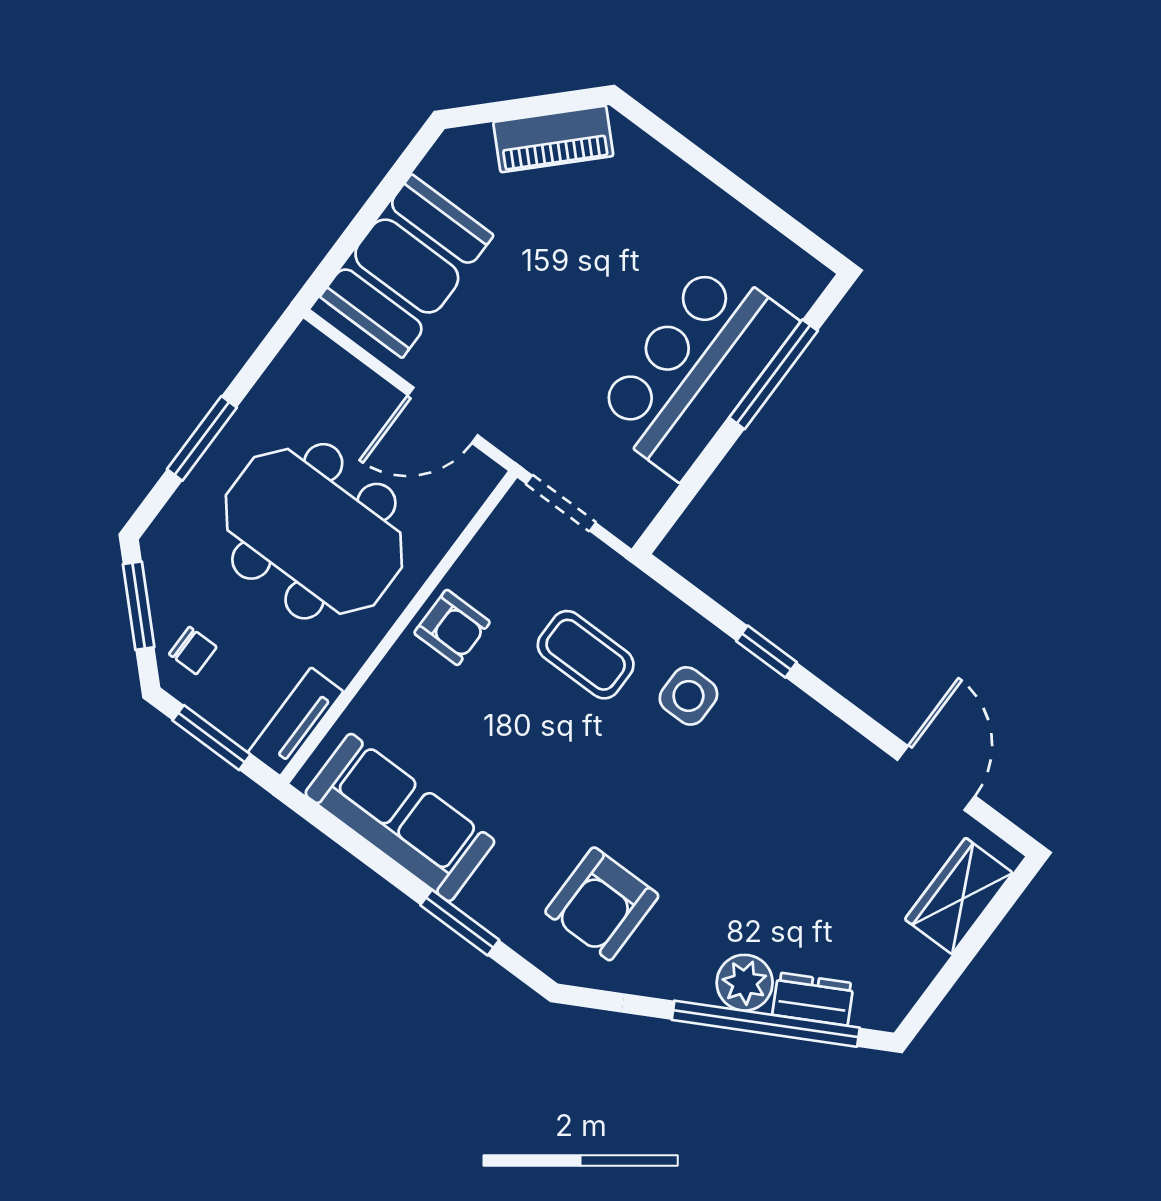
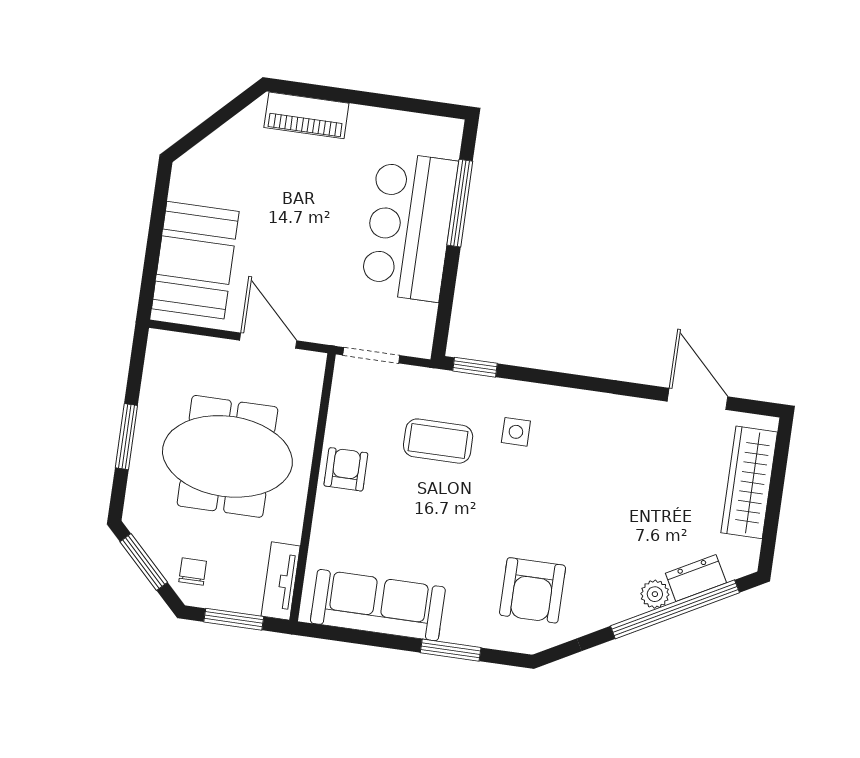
piano: (553, 139) -> (306, 115), moved, turned 45
door: (443, 415) -> (268, 341), swing flipped
armchair: (452, 627) -> (346, 469), turned -90
chair: (193, 651) -> (193, 572), turned -90
window: (767, 652) -> (475, 367), moved
side table: (688, 696) -> (516, 432), width x0.73, depth x0.73
wardrobe: (959, 896) -> (749, 482), width x1.50
plant: (745, 983) -> (655, 594), width x0.73, depth x0.73

